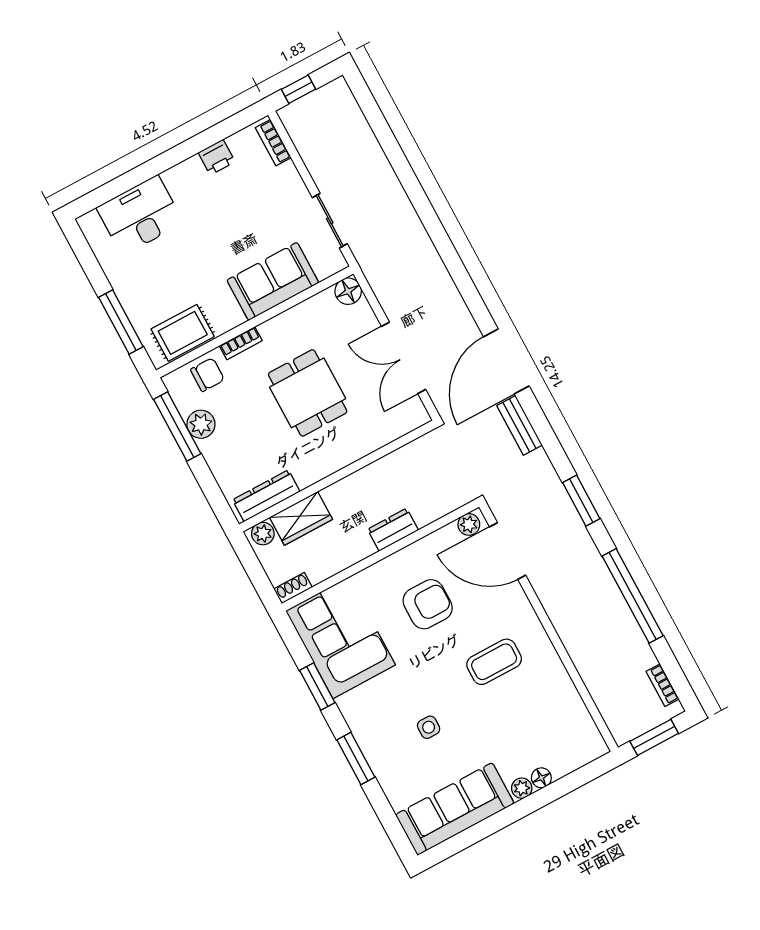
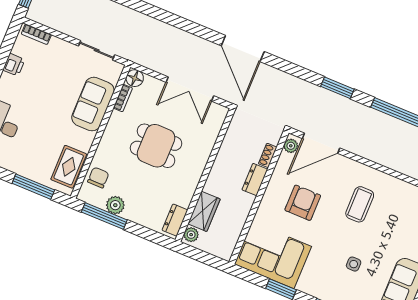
bookcase: (241, 343) -> (123, 98), moved
bench: (519, 425) -> (276, 75), removed
dresser: (266, 496) -> (175, 220), width x0.70
shoe rack: (293, 588) -> (268, 155), moved

